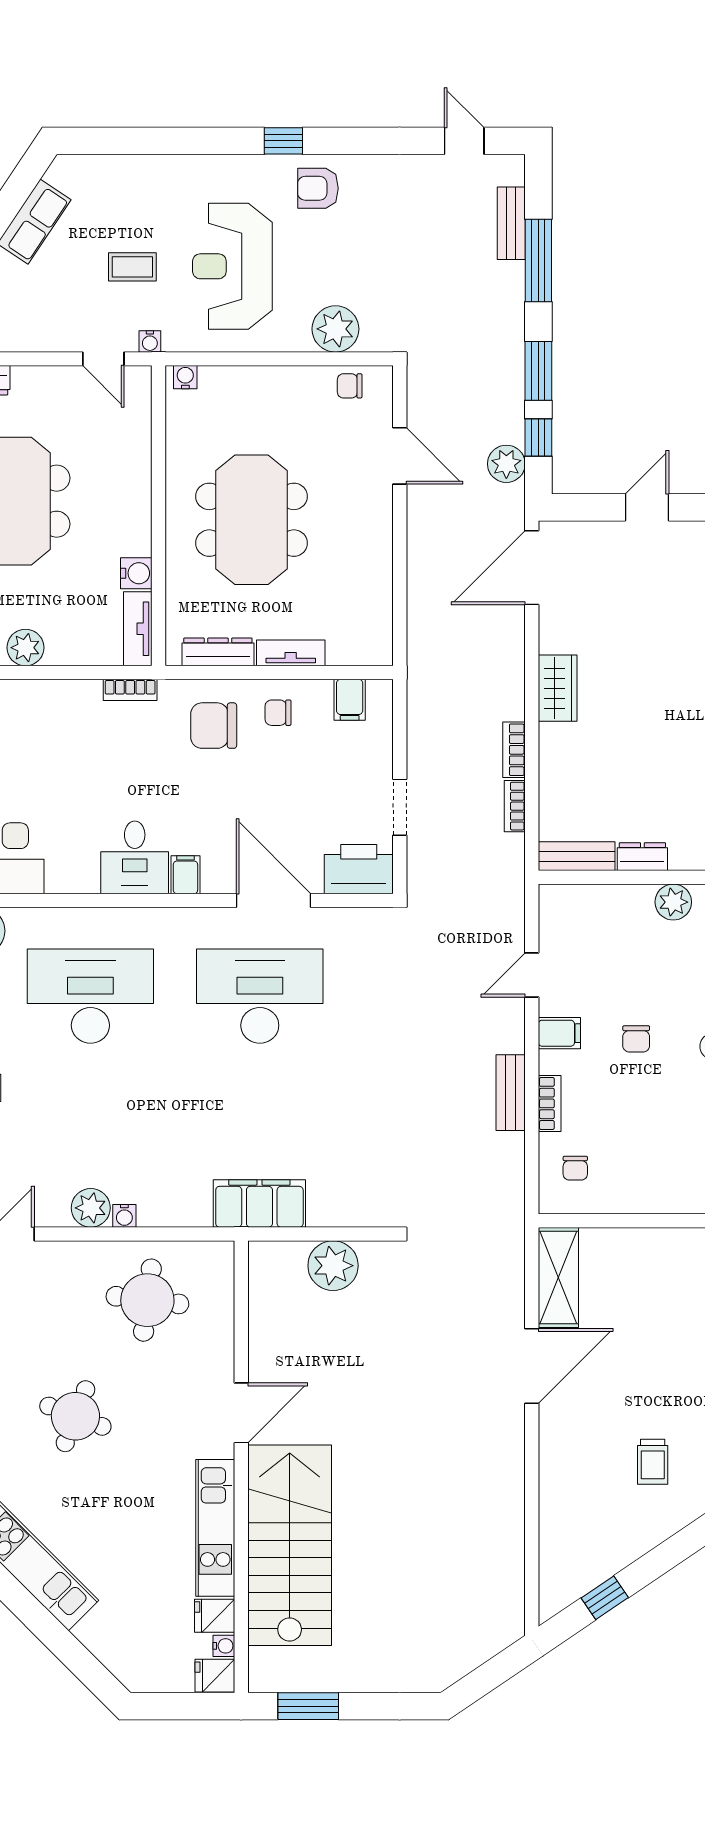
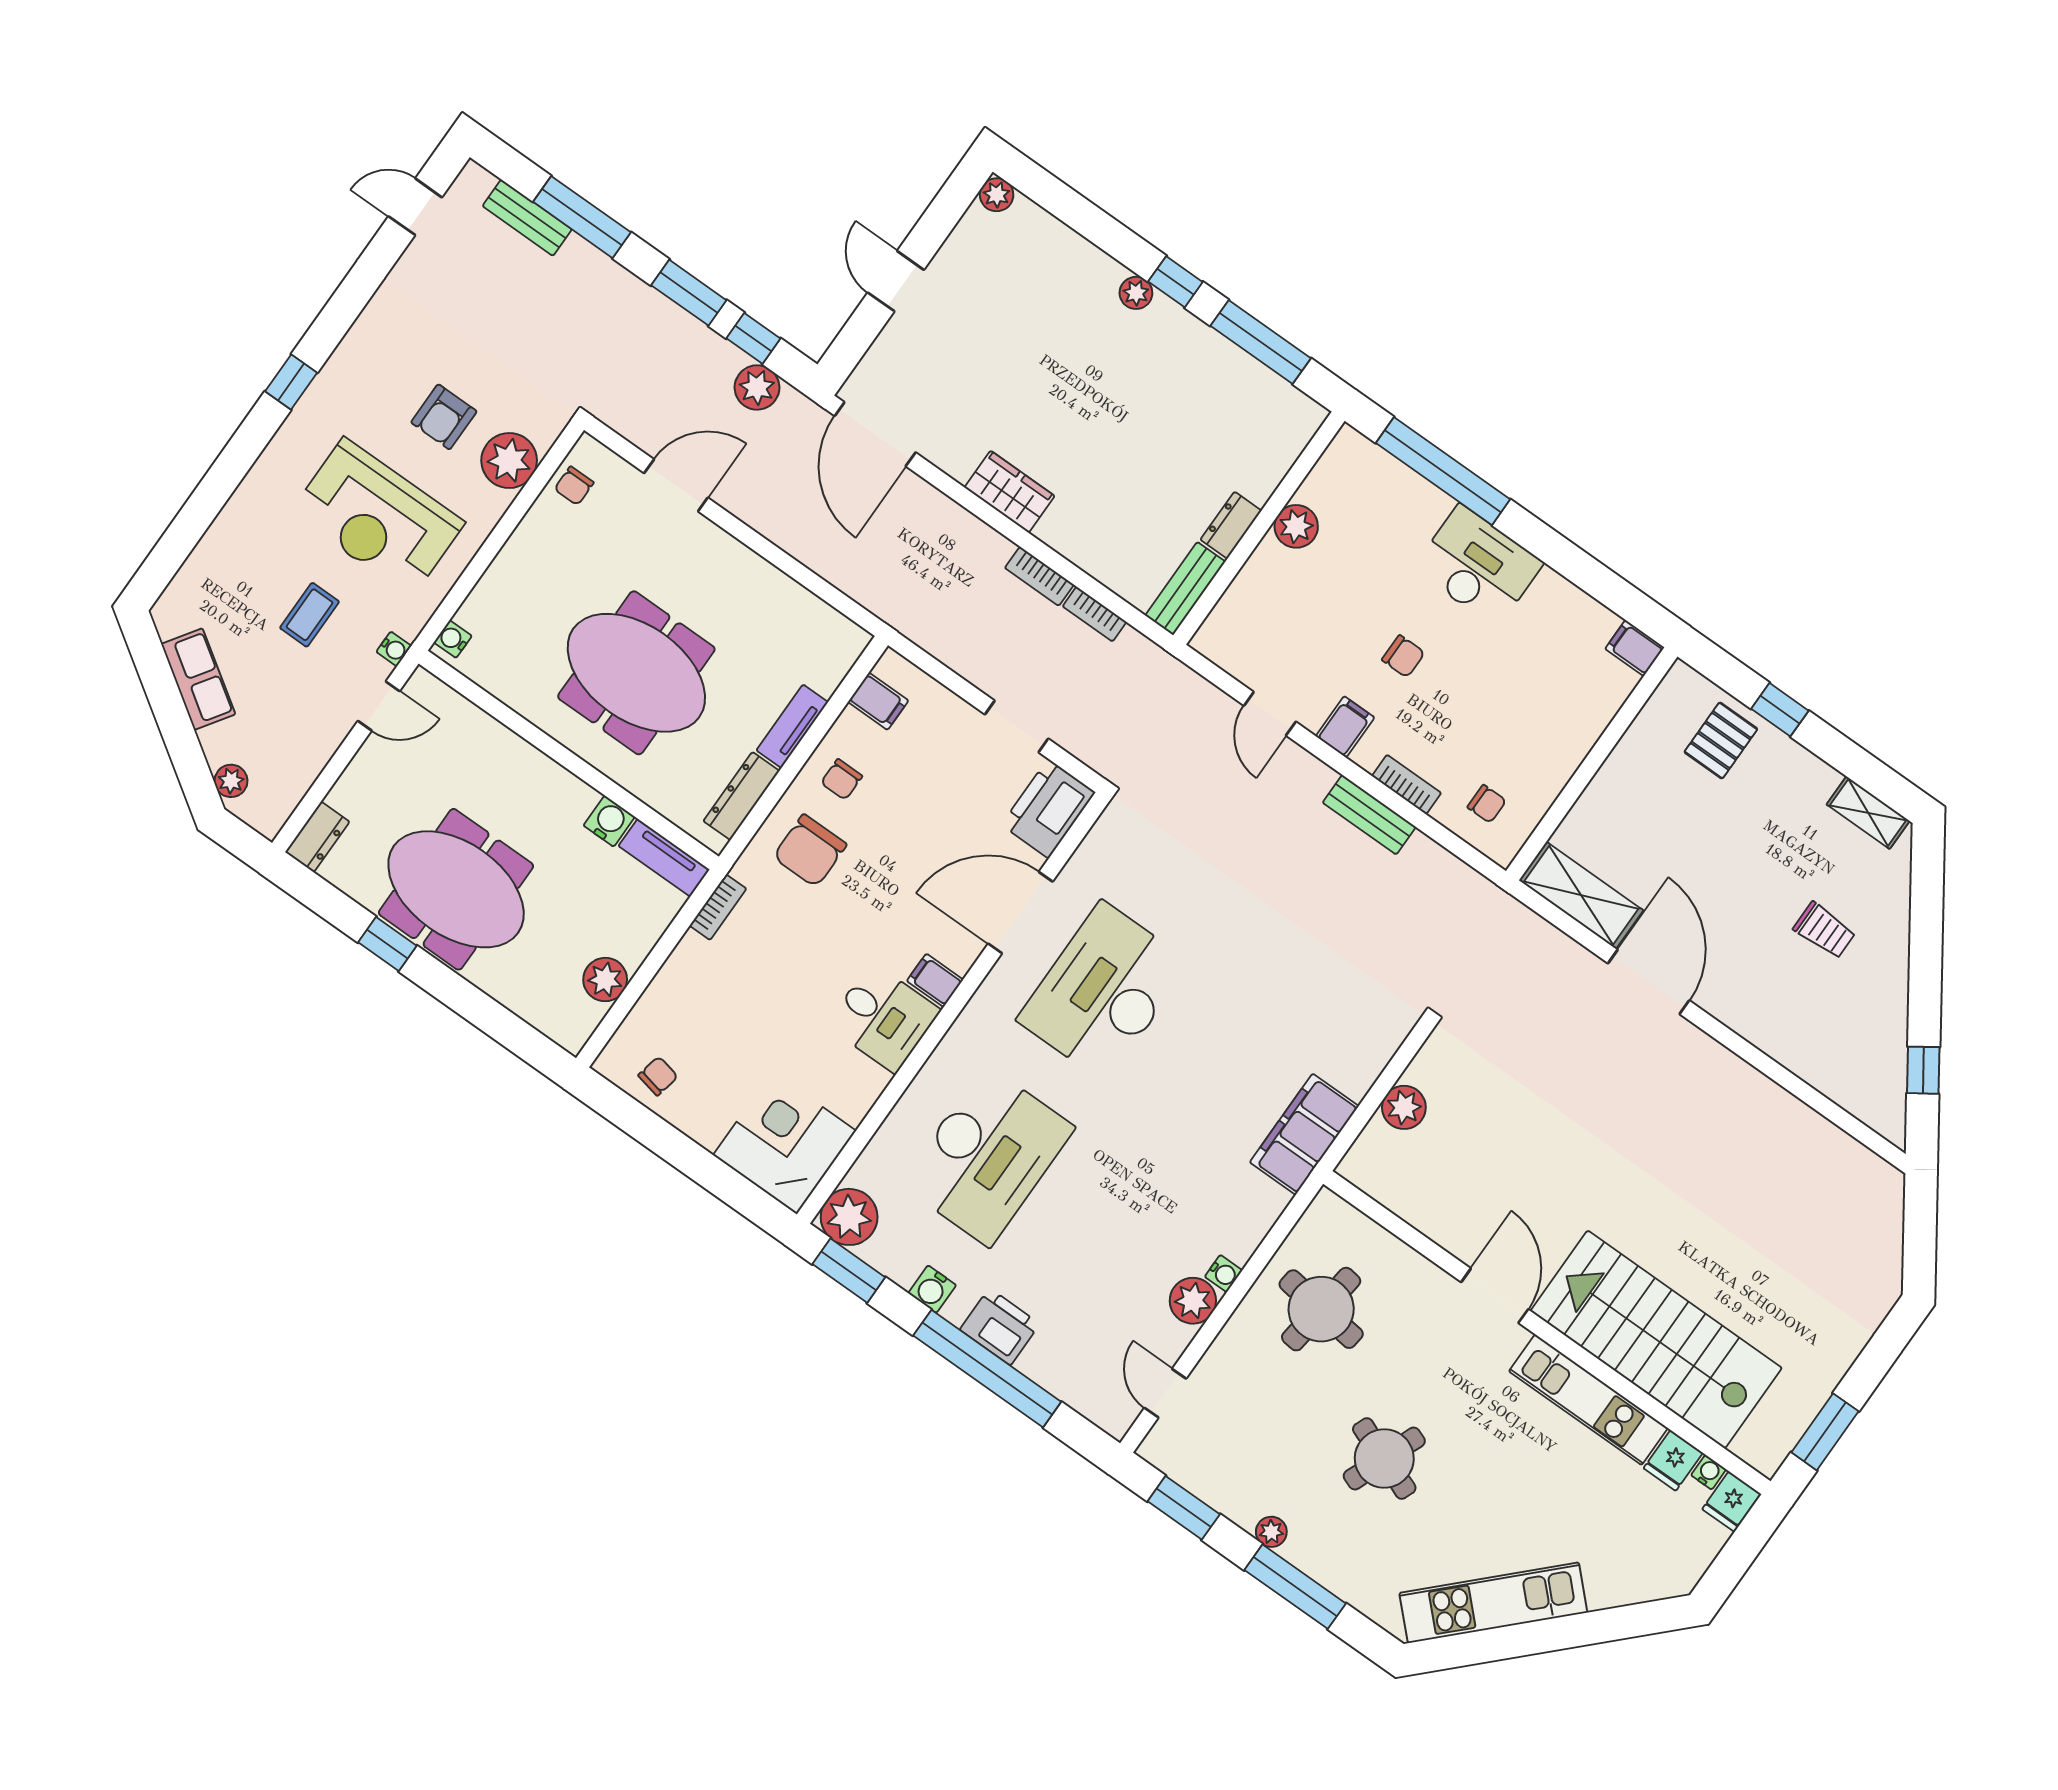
armchair: (318, 188) -> (444, 417), moved
desk: (90, 996) -> (987, 1156), turned 180
plant: (333, 1266) -> (1404, 1107), width x0.73, depth x0.73

